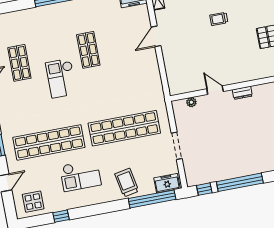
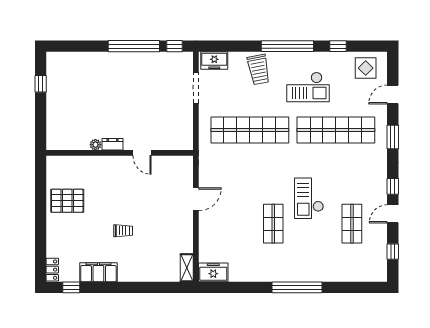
door: (156, 36) -> (196, 199), moved
checkout: (61, 78) -> (309, 198), turned 180
plant: (191, 102) -> (95, 145), moved
doorway: (177, 146) -> (196, 88), moved
checkout: (80, 175) -> (308, 87), turned 180
window: (152, 199) -> (287, 46), moved

